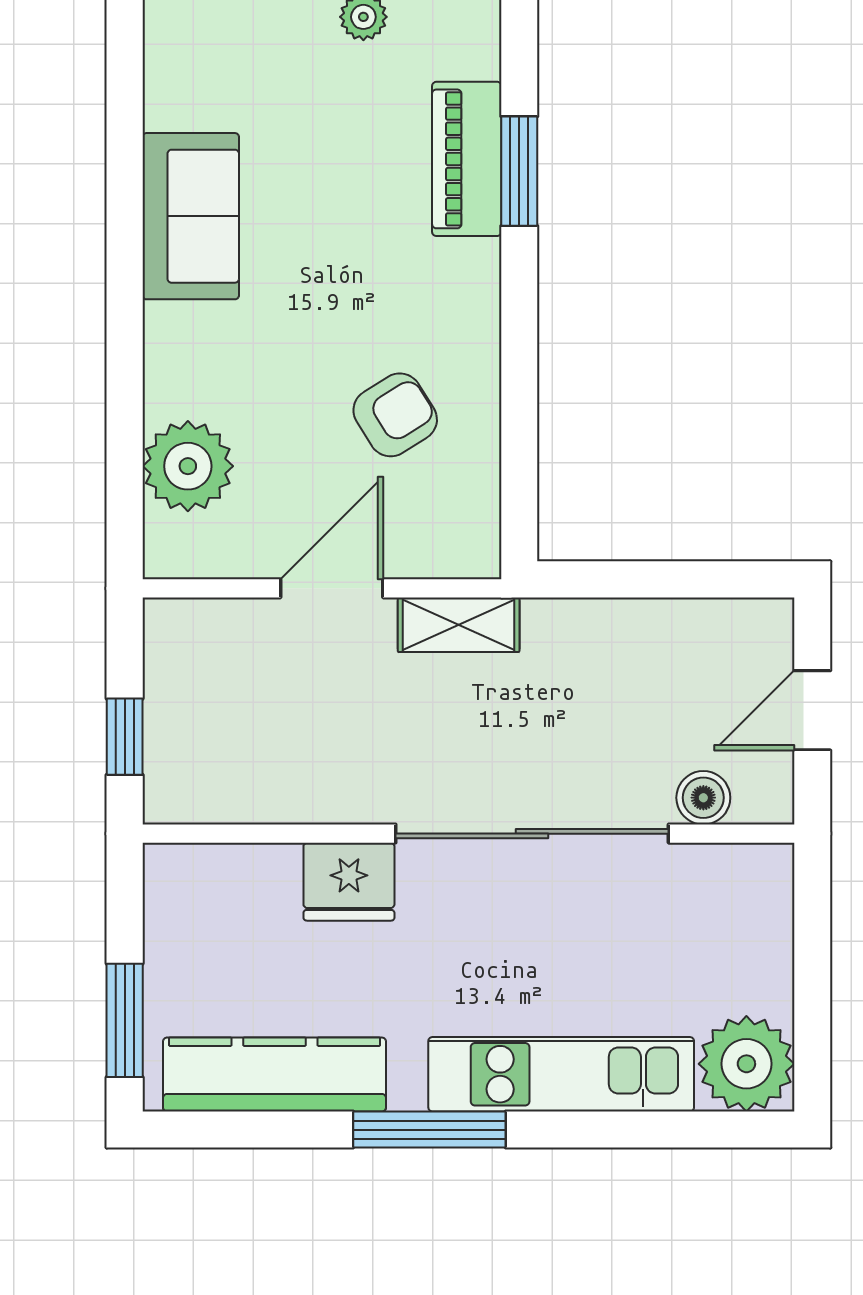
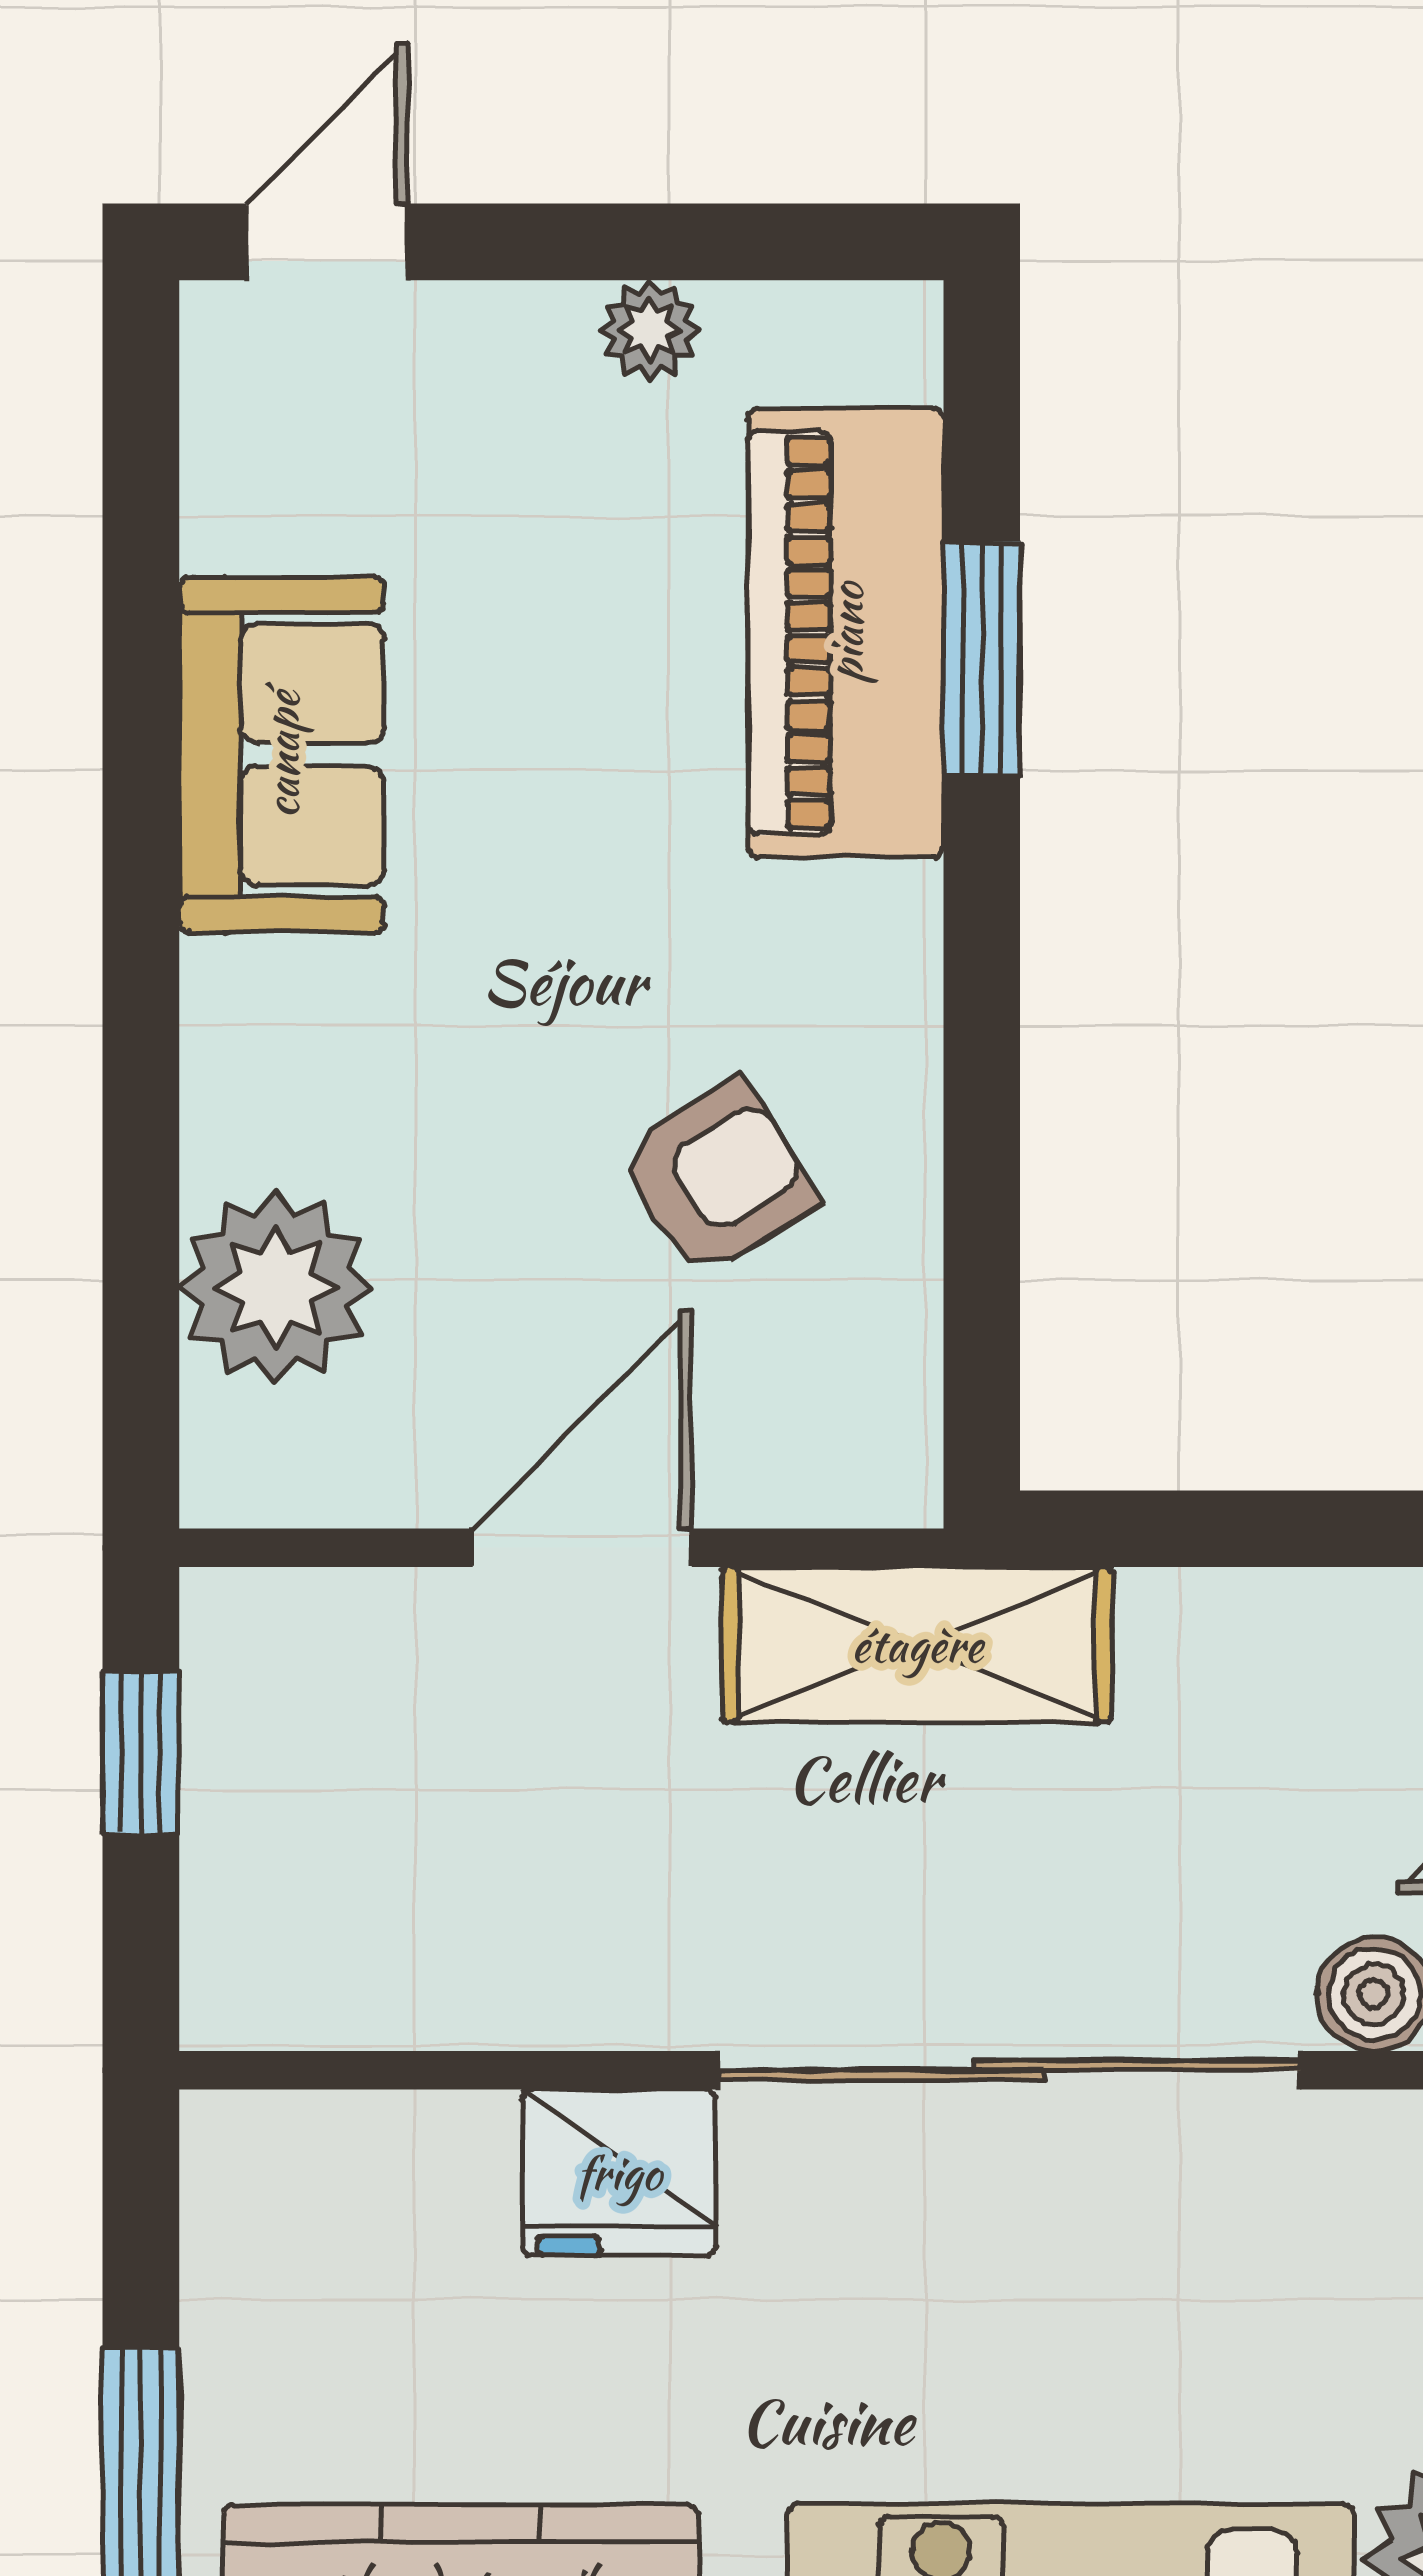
piano: (467, 159) -> (846, 633), width x1.37, depth x1.33
shelving: (459, 625) -> (917, 1645), width x1.50, depth x1.33
window: (125, 737) -> (141, 1753), moved

